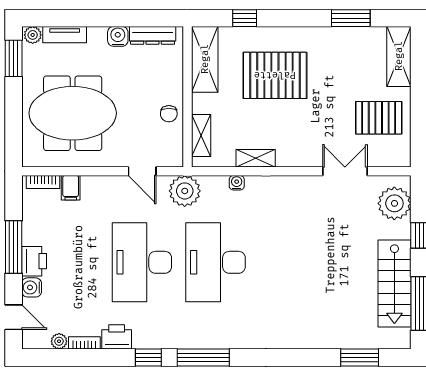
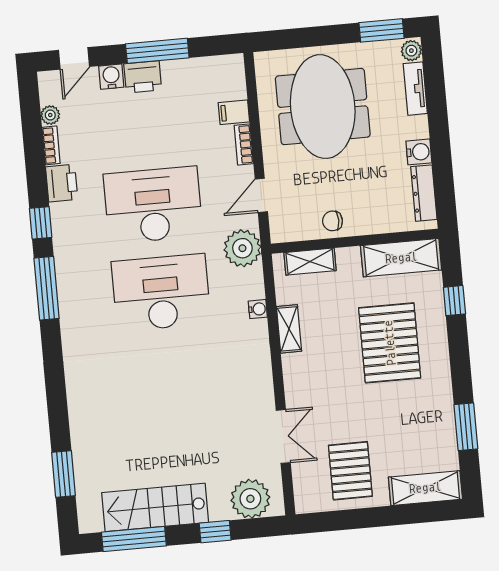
bookcase: (43, 182) -> (244, 144), moved

